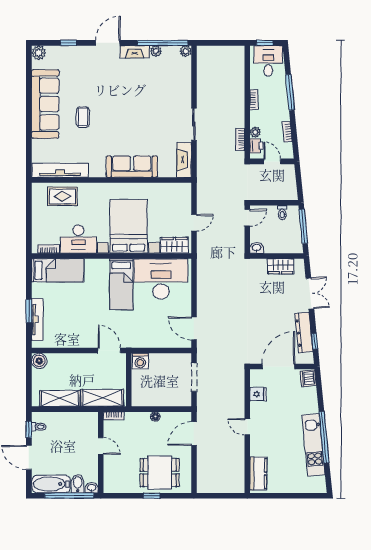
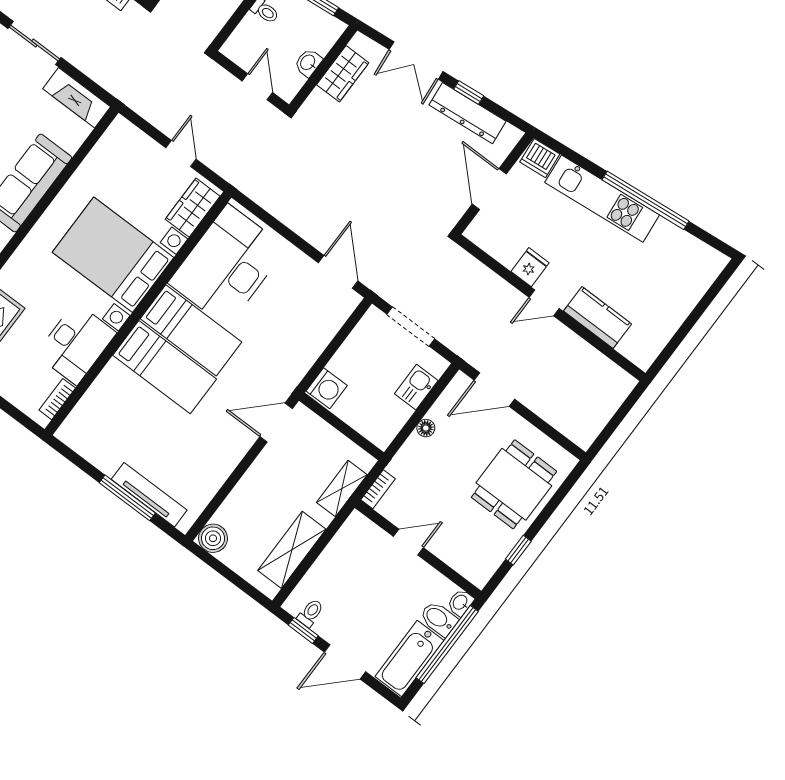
door: (247, 218) -> (257, 87), moved
washbasin: (257, 248) -> (308, 63), moved
bed: (58, 270) -> (165, 367), moved, turned 90
double door: (310, 294) -> (416, 60), swing flipped
window: (29, 311) -> (127, 498), width x1.44
door: (194, 328) -> (338, 272), swing flipped
window: (315, 341) -> (469, 93), moved
door: (278, 366) -> (489, 189), width x0.73
fridge: (258, 394) -> (530, 267), moved
shelving: (102, 398) -> (342, 489), width x0.67, depth x0.75
kitchen sink: (170, 399) -> (416, 387), added
door: (194, 434) -> (494, 390), hinge flipped
kitchen unit: (313, 445) -> (602, 199), moved
kitchen counter: (258, 473) -> (598, 318), moved
window: (152, 496) -> (518, 550), moved

